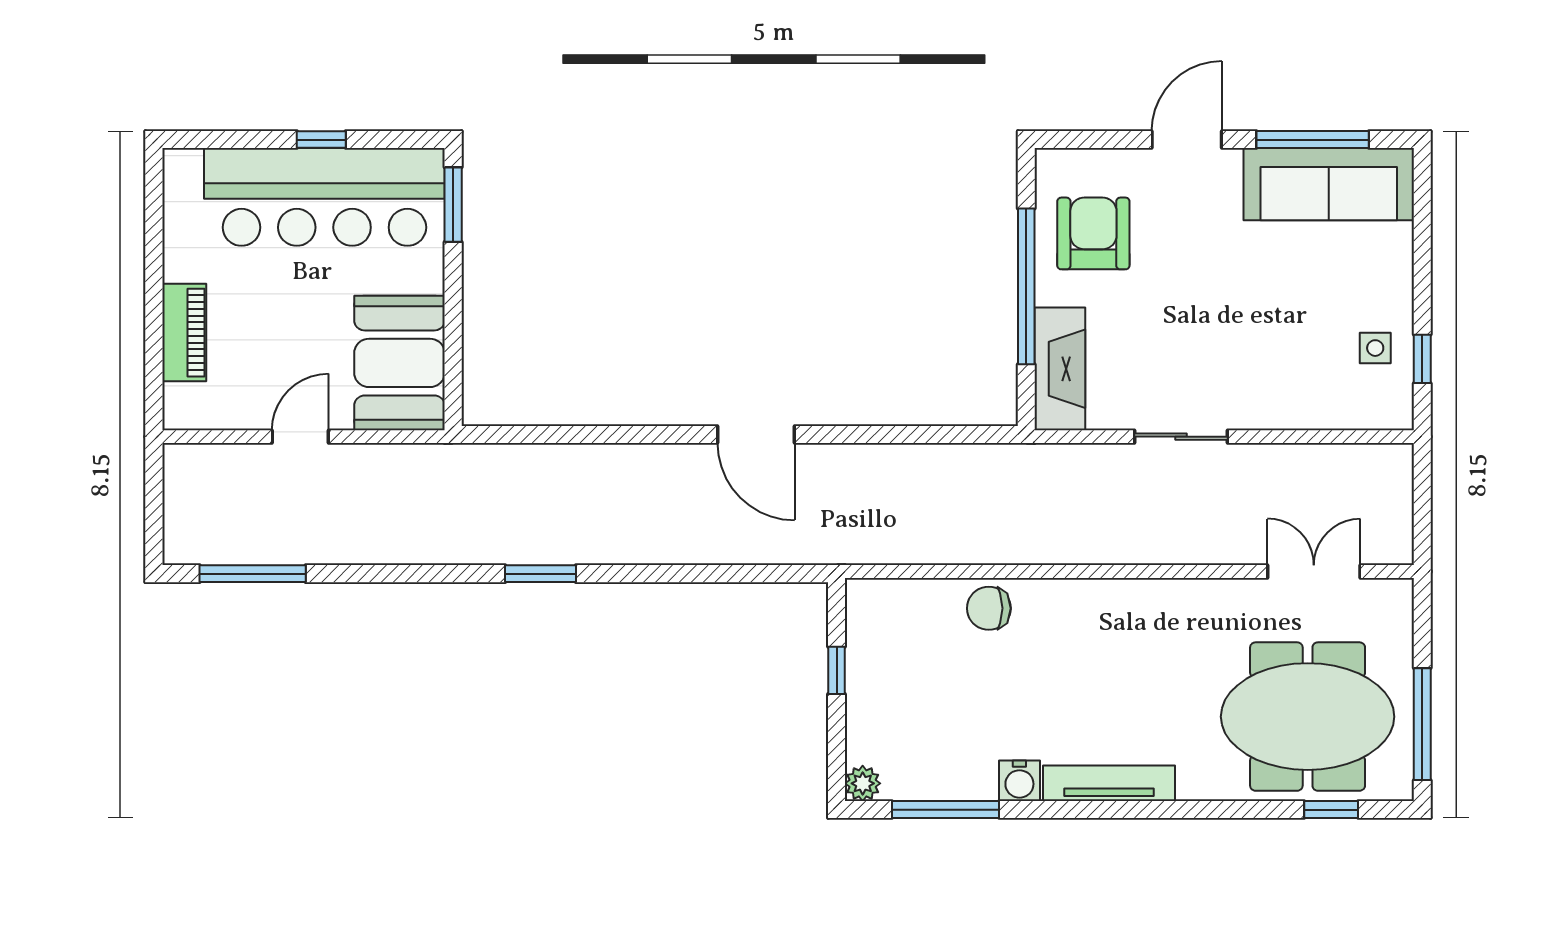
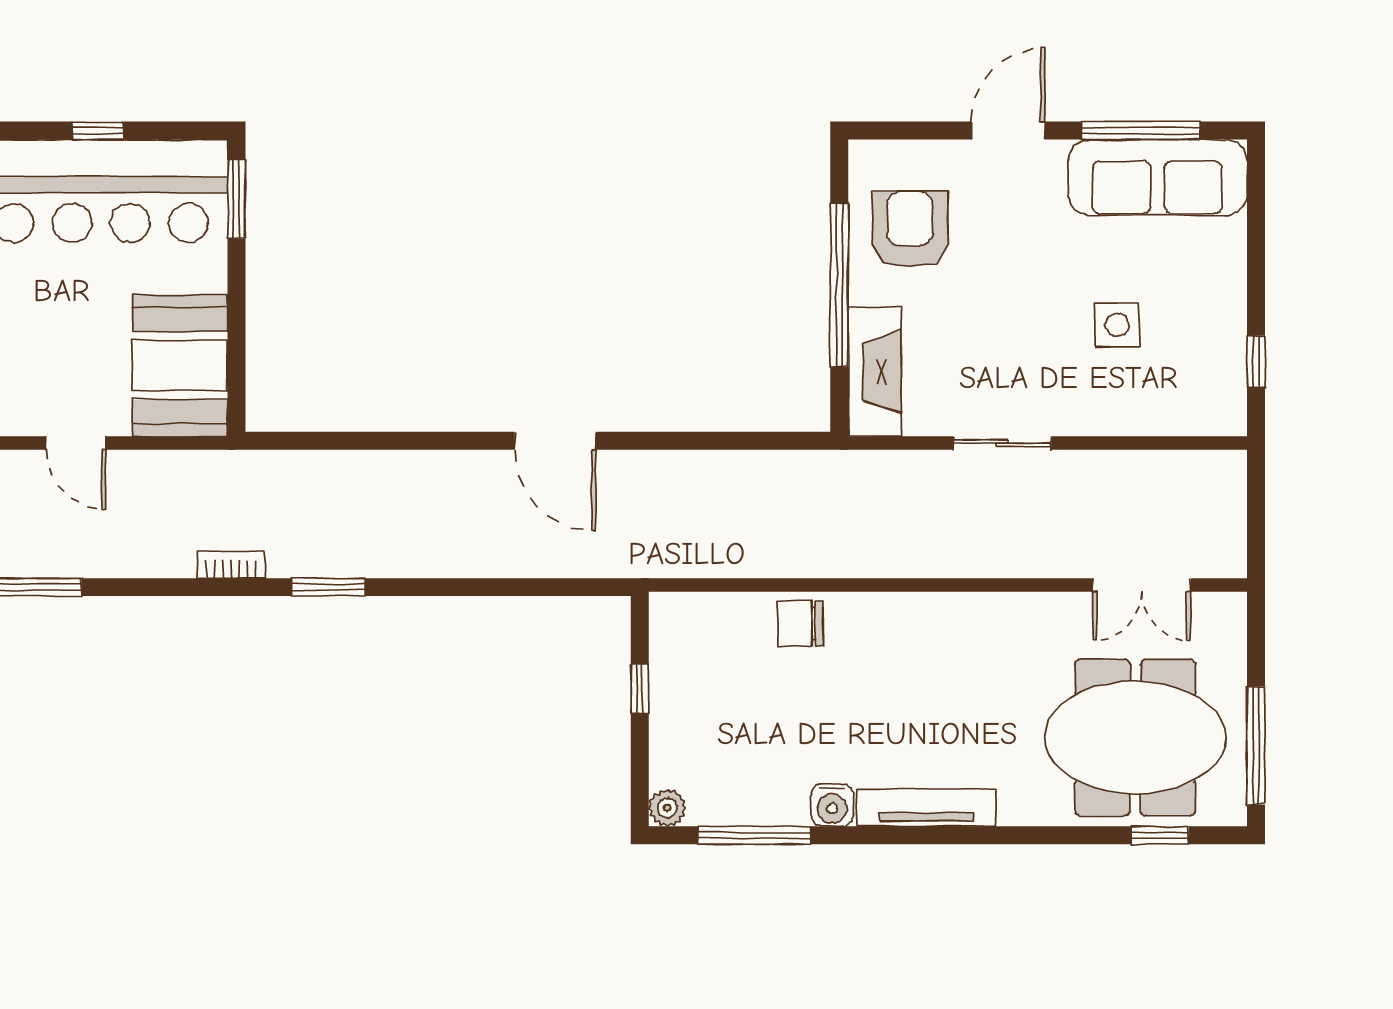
side table: (1375, 348) -> (1117, 325), moved, width x1.37, depth x1.37
door: (300, 437) -> (76, 443), swing flipped
bookcase: (448, 552) -> (231, 565), added
double door: (1314, 571) -> (1142, 585), swing flipped

